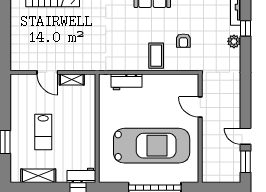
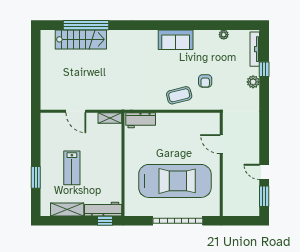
coffee table: (156, 56) -> (179, 95), turned 76
shelving: (72, 79) -> (110, 118), moved
workbench: (126, 82) -> (141, 120), moved
workbench: (81, 175) -> (103, 209), width x1.37

